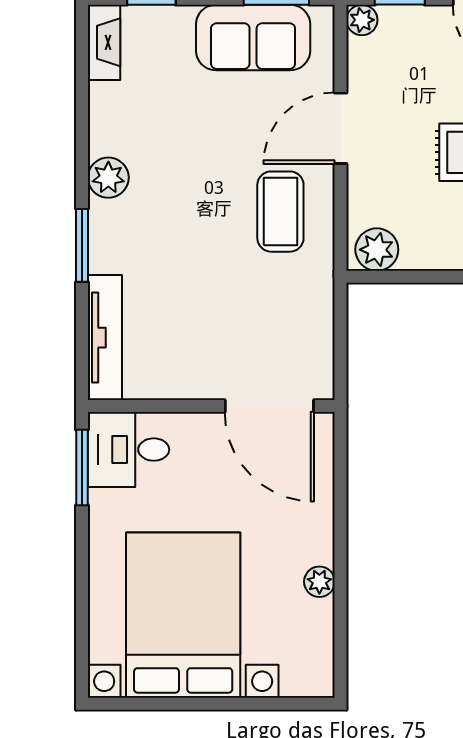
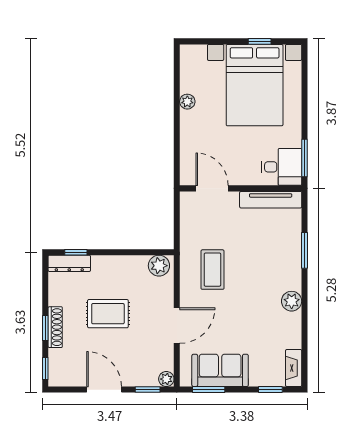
coffee table: (280, 212) -> (212, 270), moved
window: (82, 245) -> (304, 250), moved
tv unit: (105, 338) -> (271, 200), moved, turned -90
door: (269, 406) -> (212, 188), width x0.73
window: (173, 704) -> (260, 41), added

